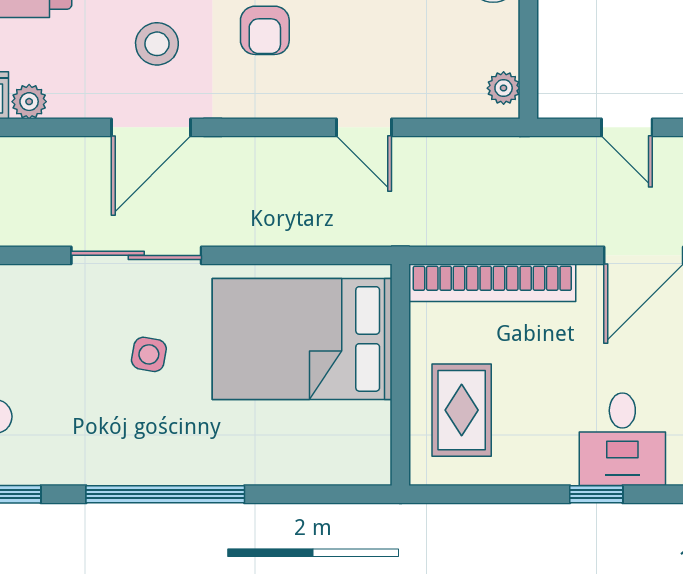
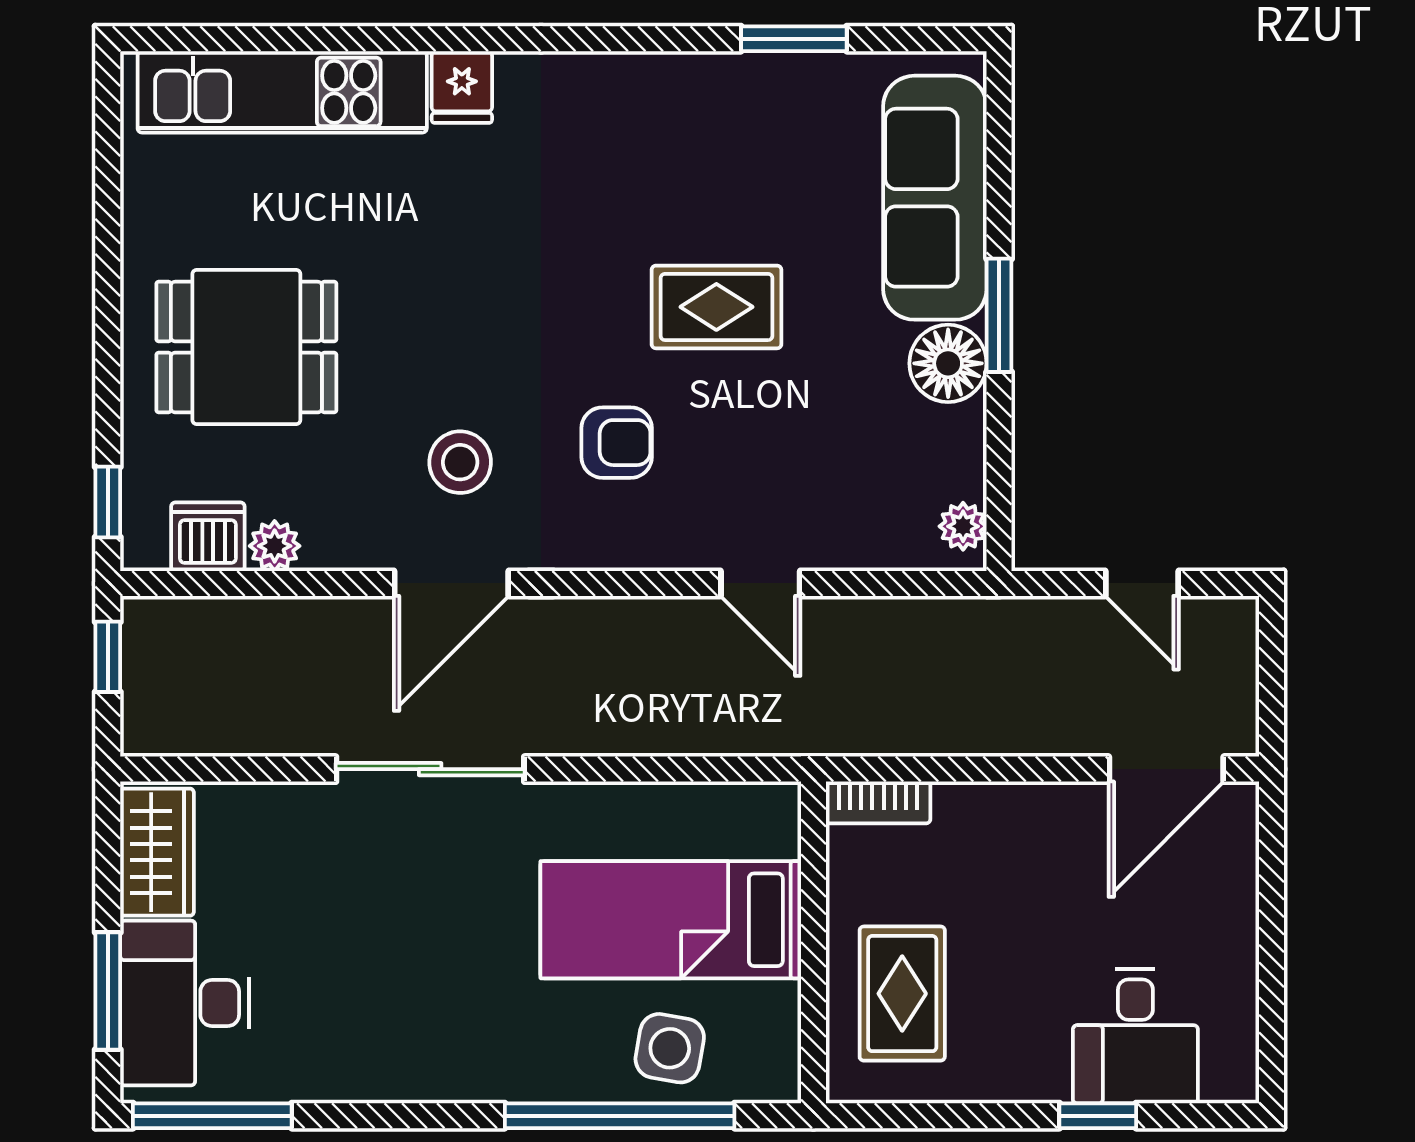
armchair: (265, 30) -> (617, 443), turned -90
bookcase: (492, 283) -> (878, 802), width x0.43, depth x0.76
bed: (302, 339) -> (671, 920), width x0.67
side table: (149, 354) -> (670, 1048), moved, width x1.37, depth x1.37
window: (165, 494) -> (620, 1116), moved

